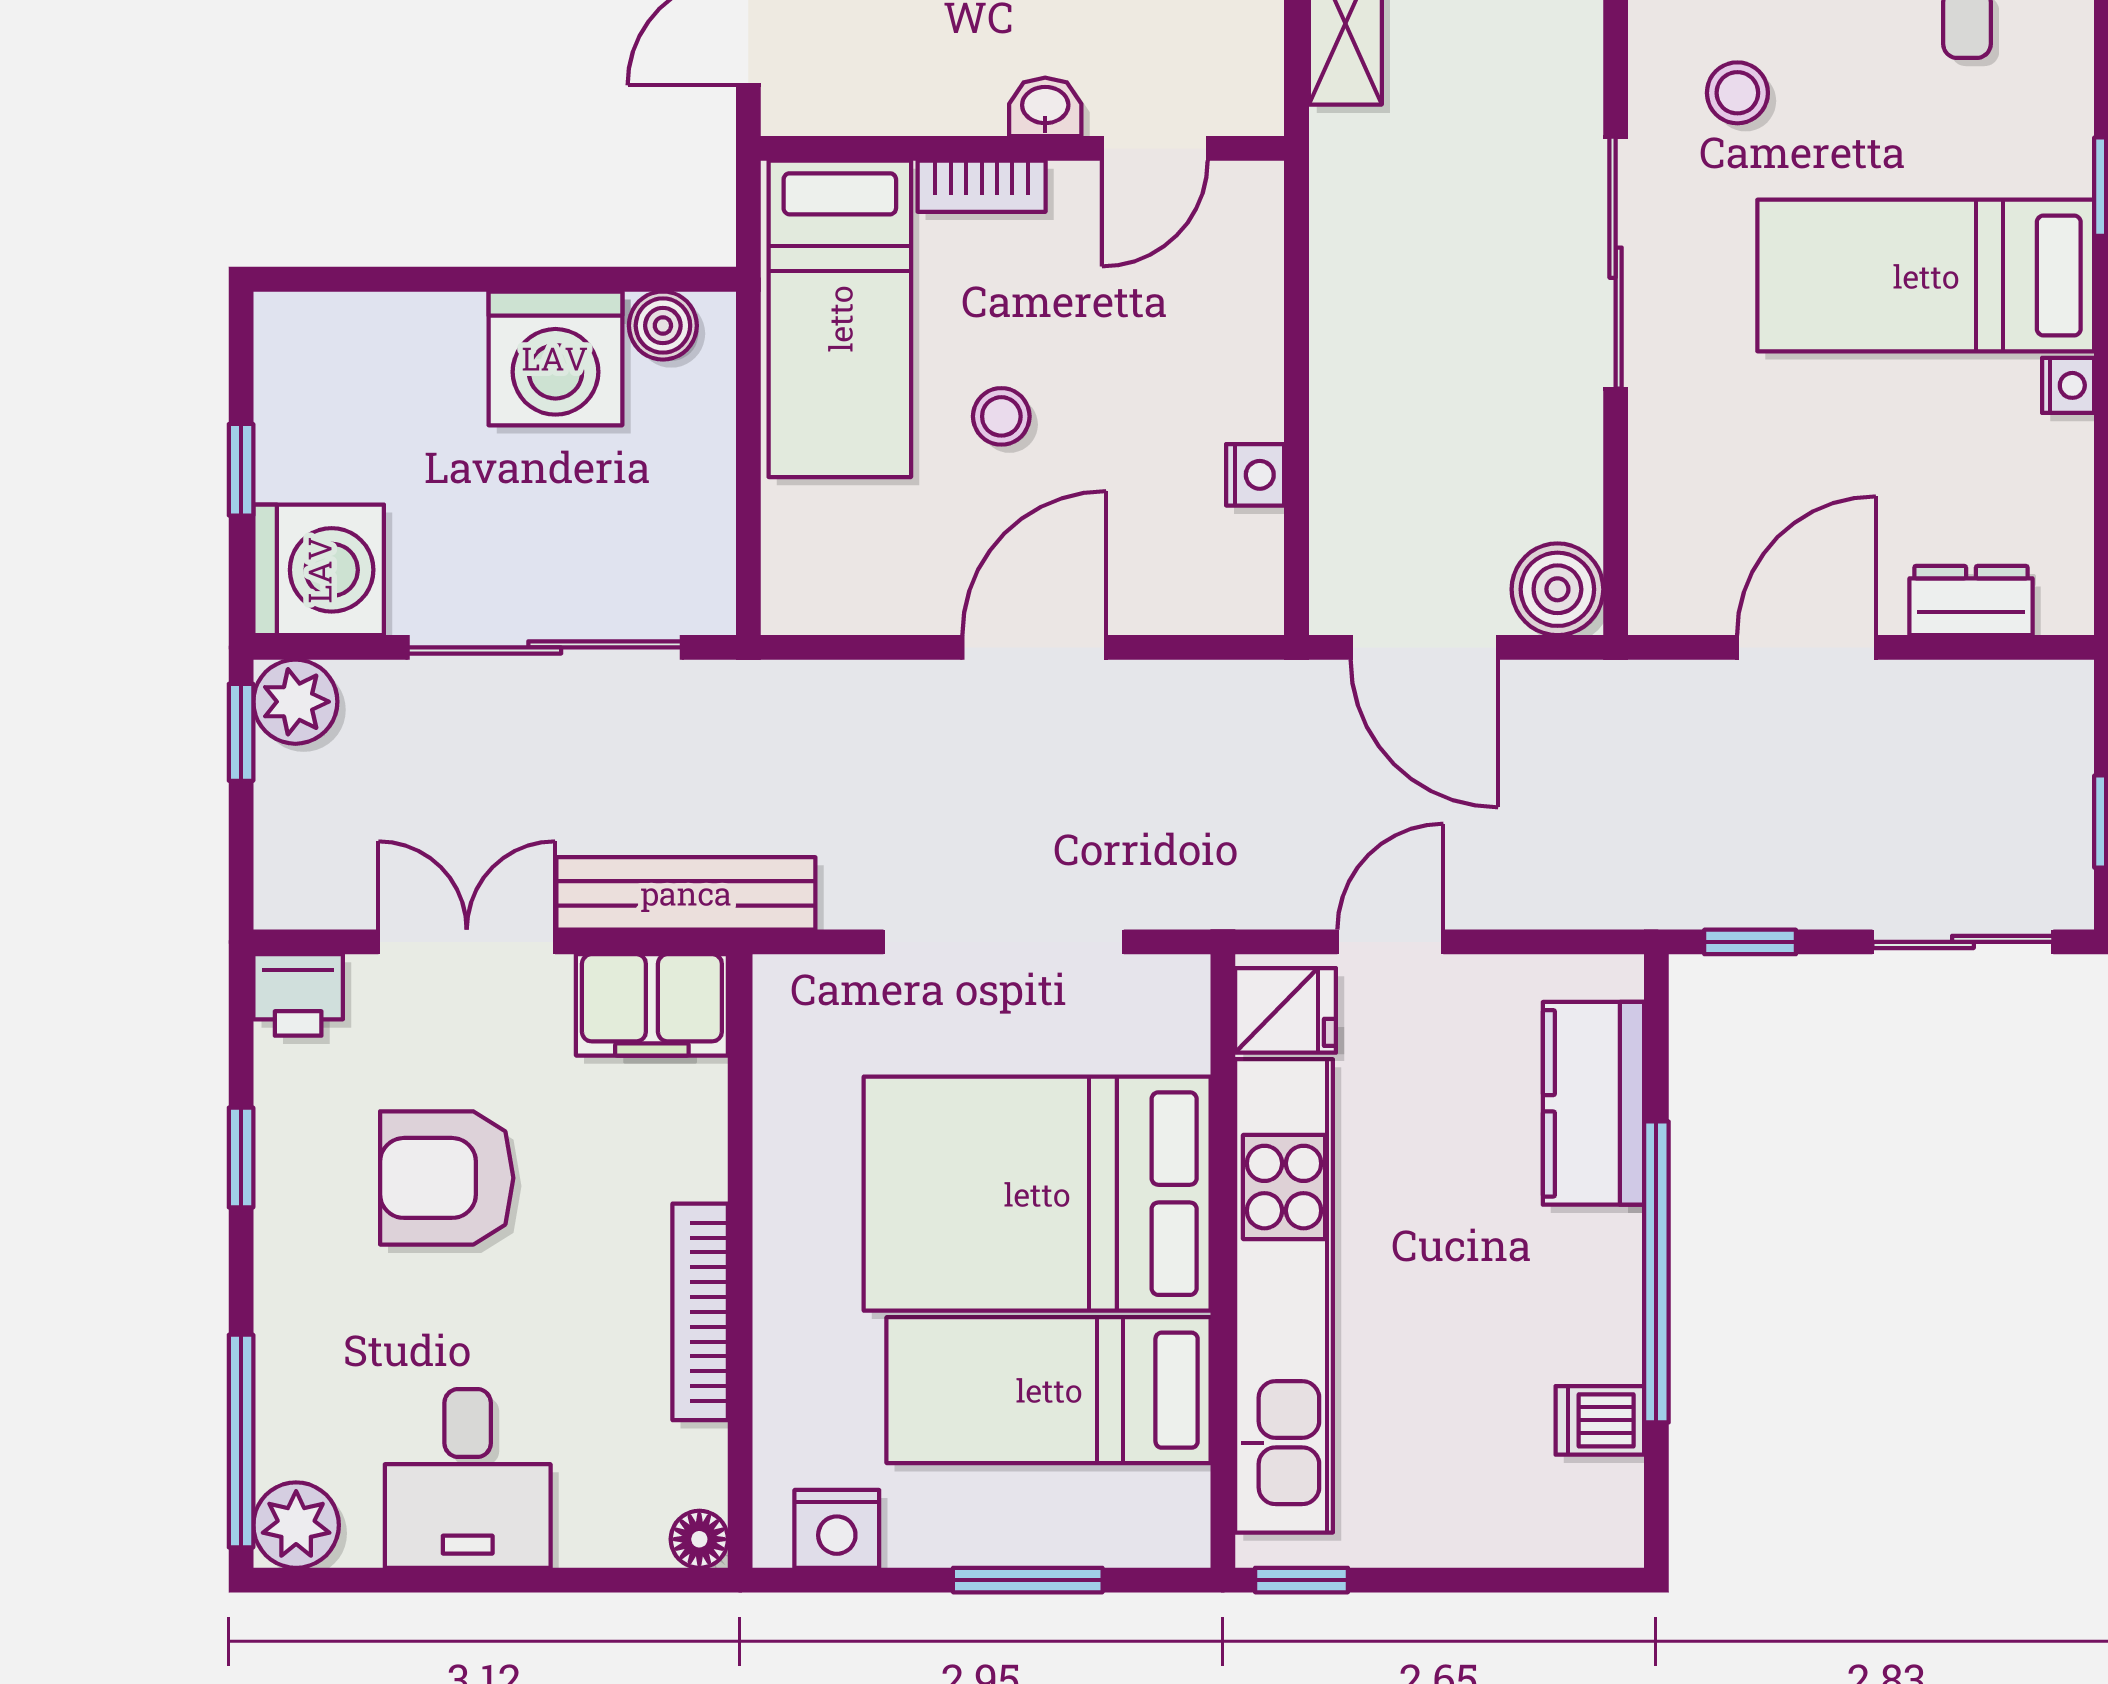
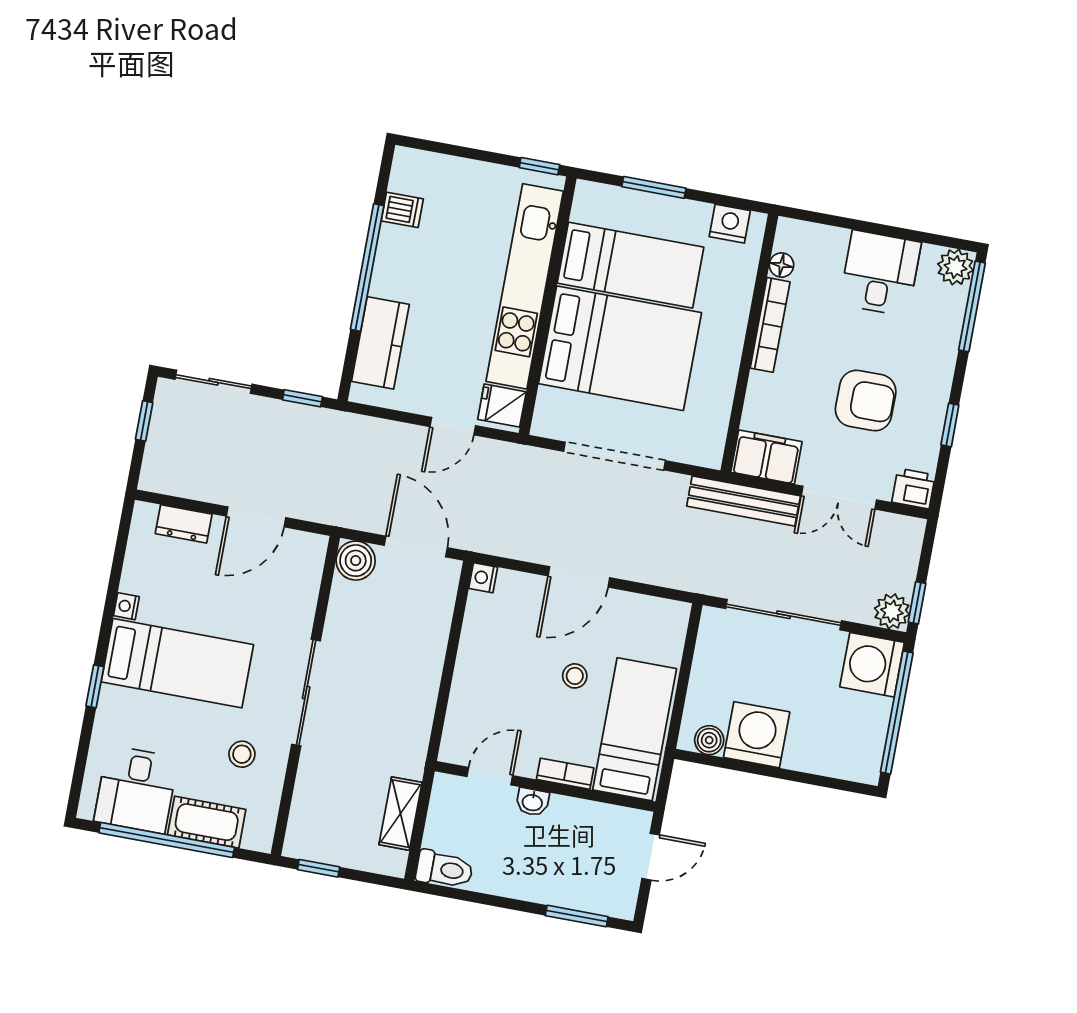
window: (241, 470) -> (897, 713), width x3.17
nightstand: (1255, 475) -> (483, 578), moved
floor lamp: (699, 1539) -> (781, 265), moved

